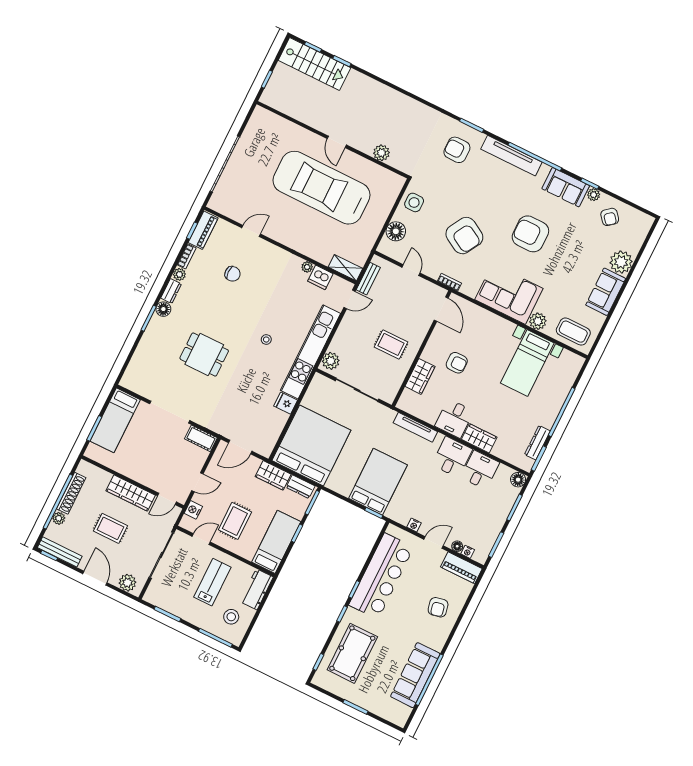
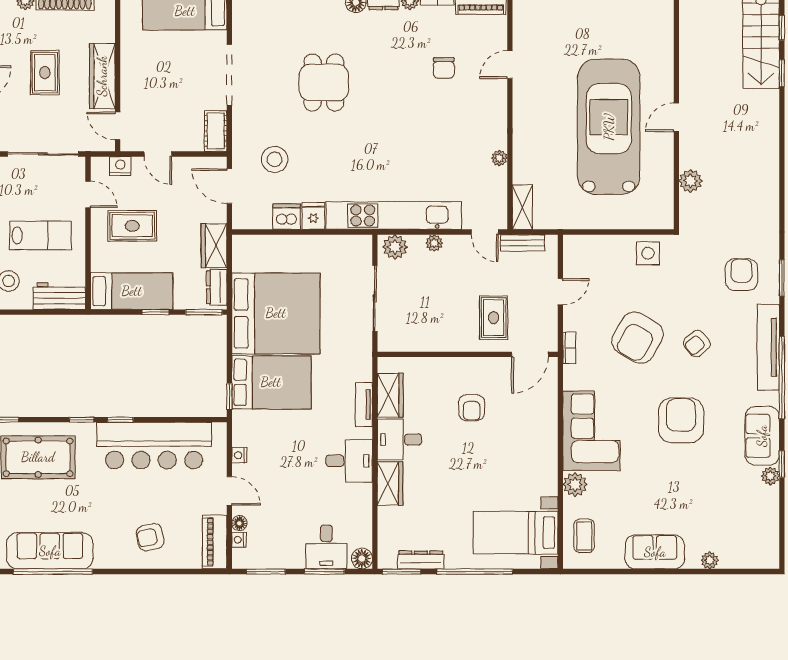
armchair: (610, 217) -> (697, 344), moved
door: (251, 231) -> (510, 65), swing flipped
floor lamp: (396, 231) -> (600, 248), removed
plant: (621, 262) -> (710, 560), width x0.53, depth x0.53
dishwasher: (320, 277) -> (287, 217), moved, turned 90
coffee table: (573, 332) -> (584, 536), width x0.73, depth x0.77
plant: (341, 335) -> (434, 243), added
stool: (266, 340) -> (275, 159), moved, width x1.89, depth x1.89
rug: (391, 344) -> (494, 318), moved
bed with nightstands: (527, 363) -> (516, 533), moved
wardrobe: (420, 376) -> (390, 395), moved, turned -90
tv unit: (415, 427) -> (364, 405), width x0.71
bed: (311, 445) -> (276, 313), moved
desk: (480, 470) -> (326, 547), moved, turned 90

